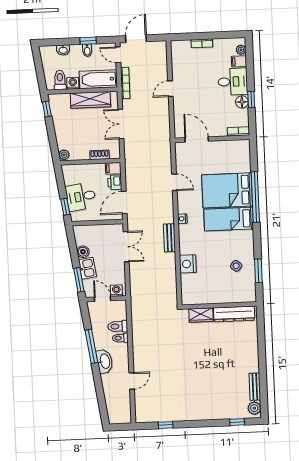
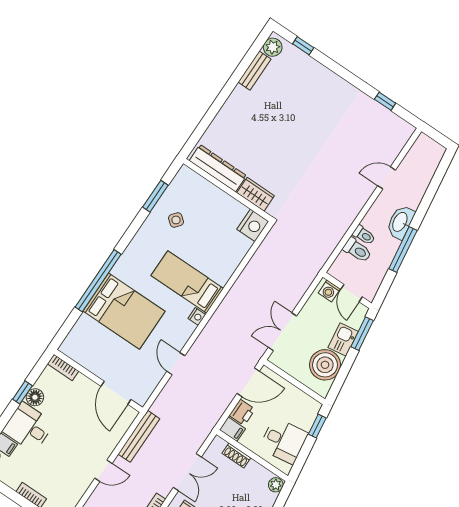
desk: (81, 197) -> (284, 441), moved
bed: (229, 219) -> (187, 282), moved, turned 180
bench: (169, 238) -> (139, 436), moved, width x1.36
boiler: (83, 252) -> (325, 365), width x1.86, depth x1.86
nightstand: (188, 264) -> (253, 225), moved

